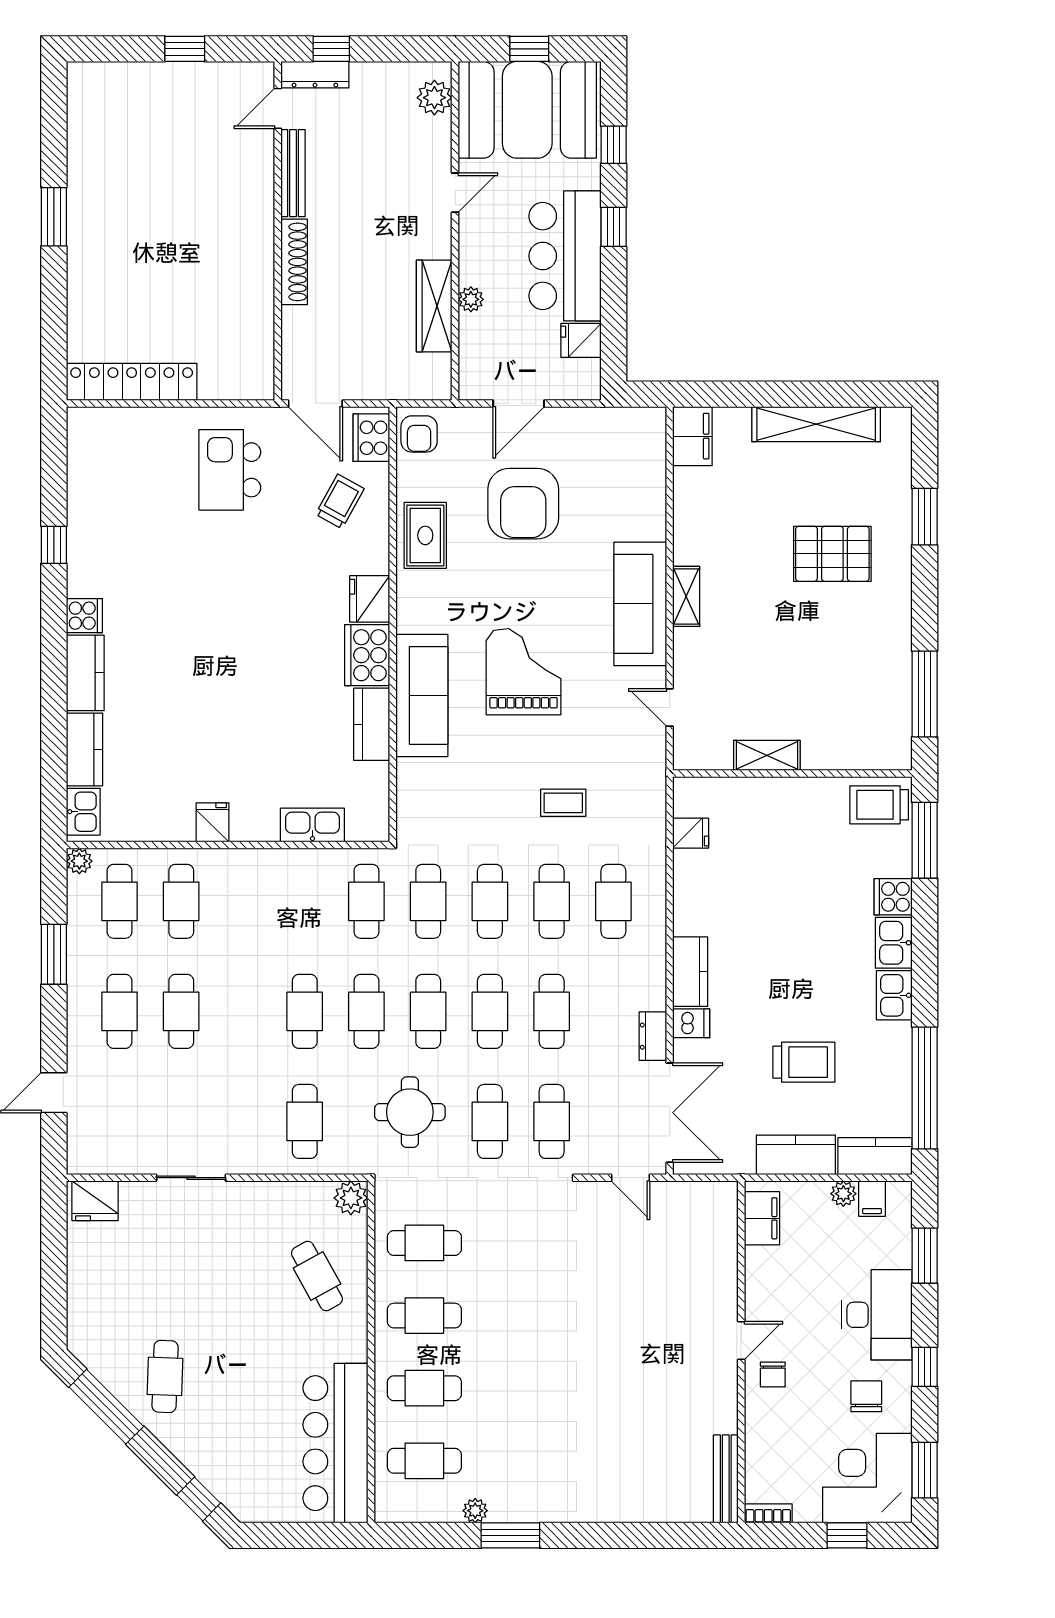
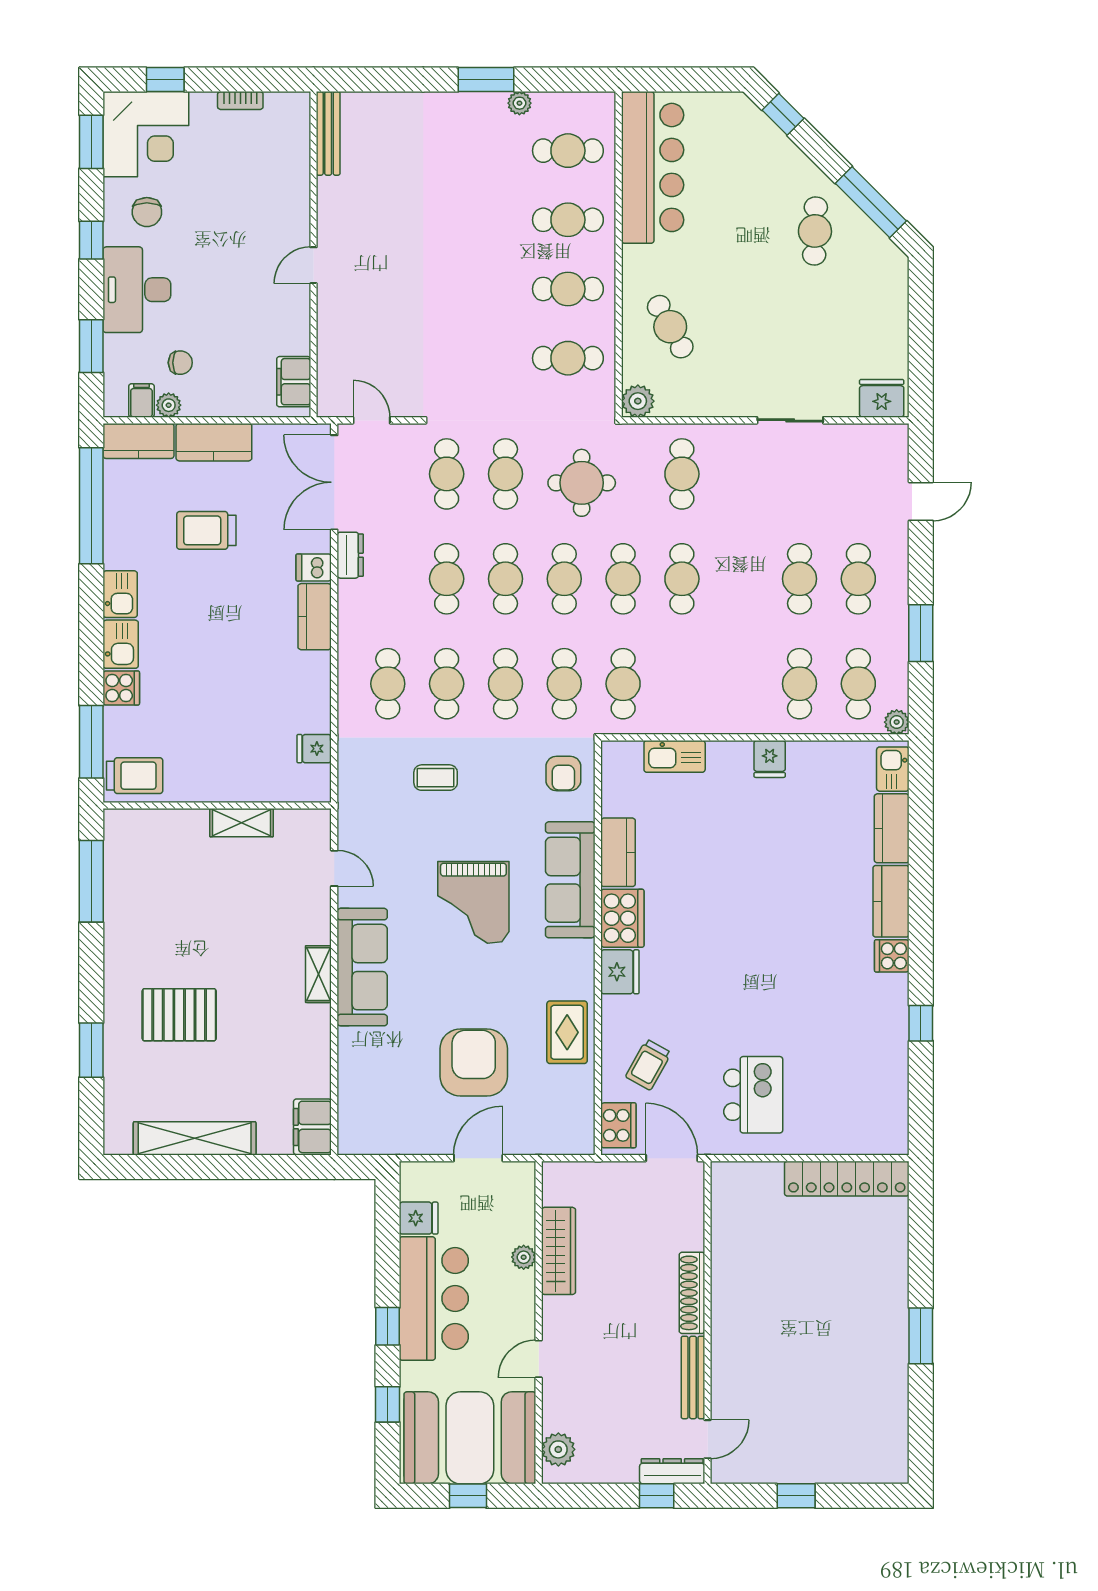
armchair: (419, 434) -> (563, 773), moved, turned 180
filing cabinet: (762, 1218) -> (294, 382), moved
door: (741, 1341) -> (313, 265), moved
wall: (741, 1352) -> (313, 254), moved
chair: (773, 1374) -> (180, 363), moved, turned 90
bench: (726, 1479) -> (328, 133), moved

